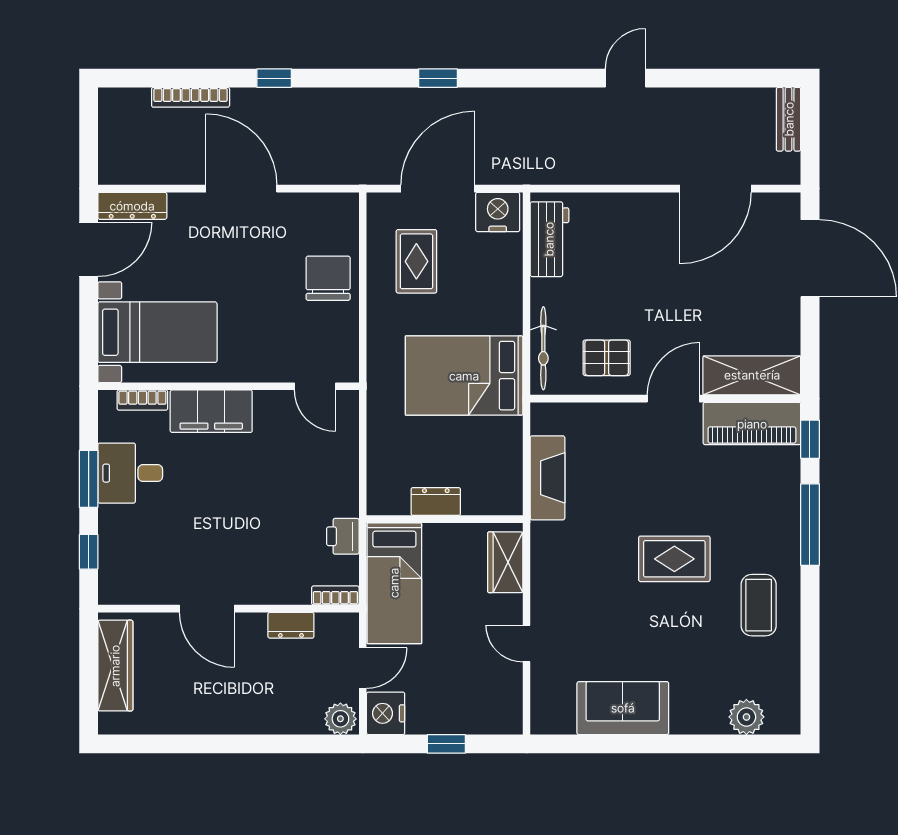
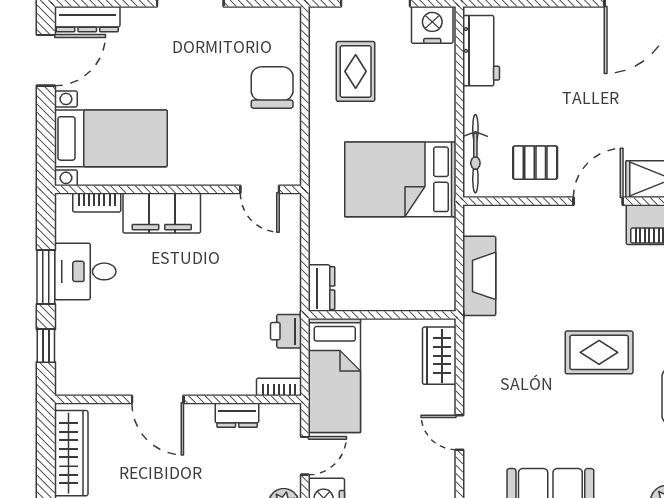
dresser: (436, 501) -> (321, 288), moved, turned 90

